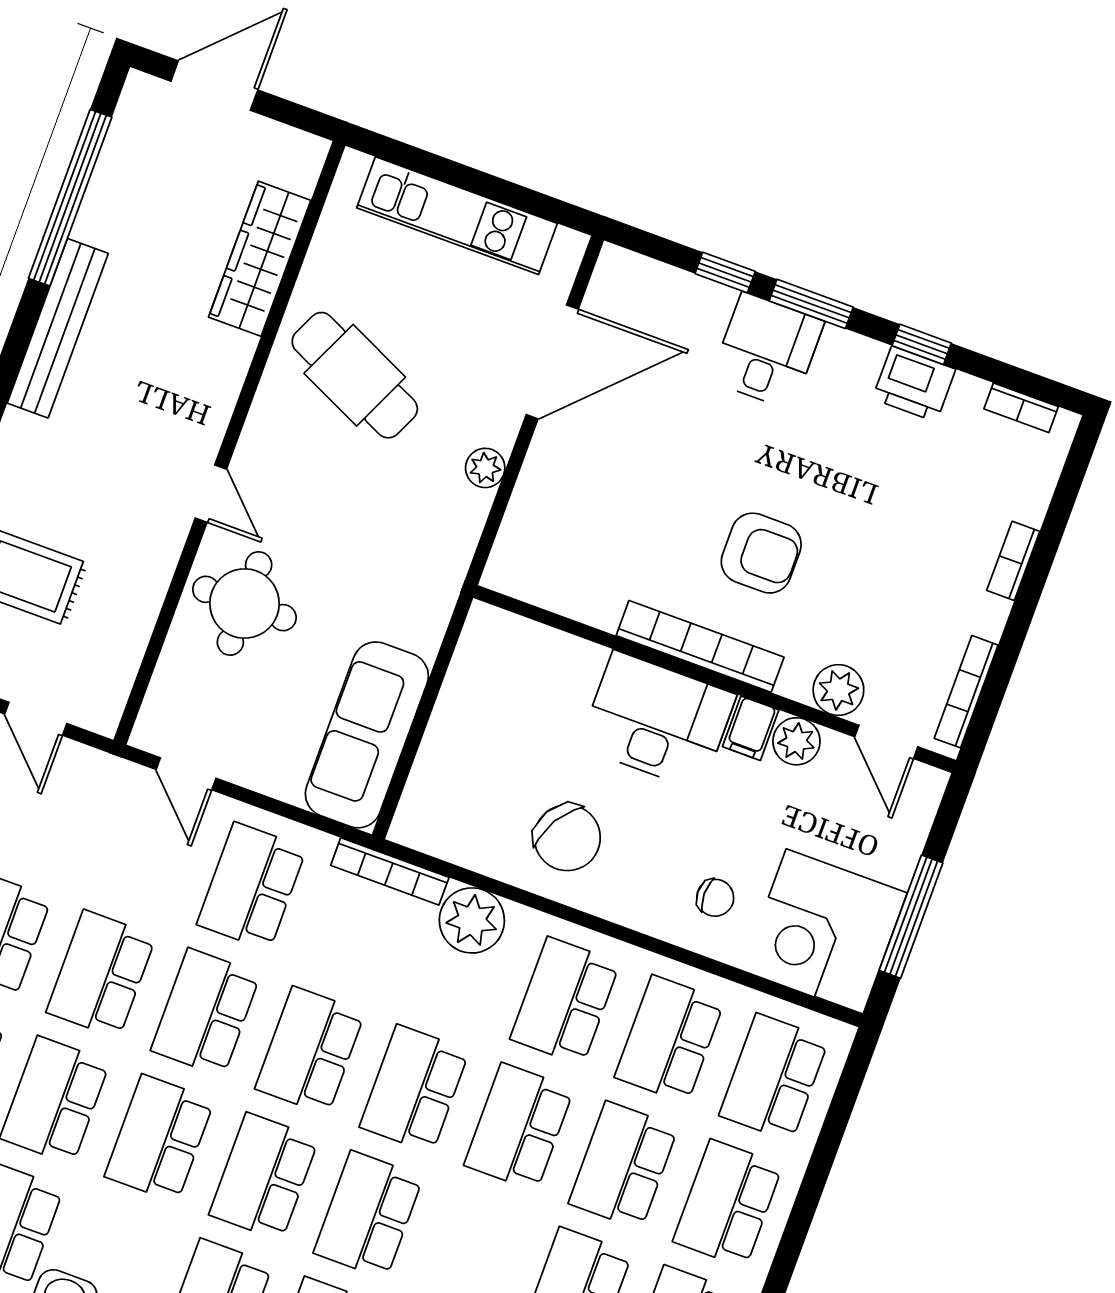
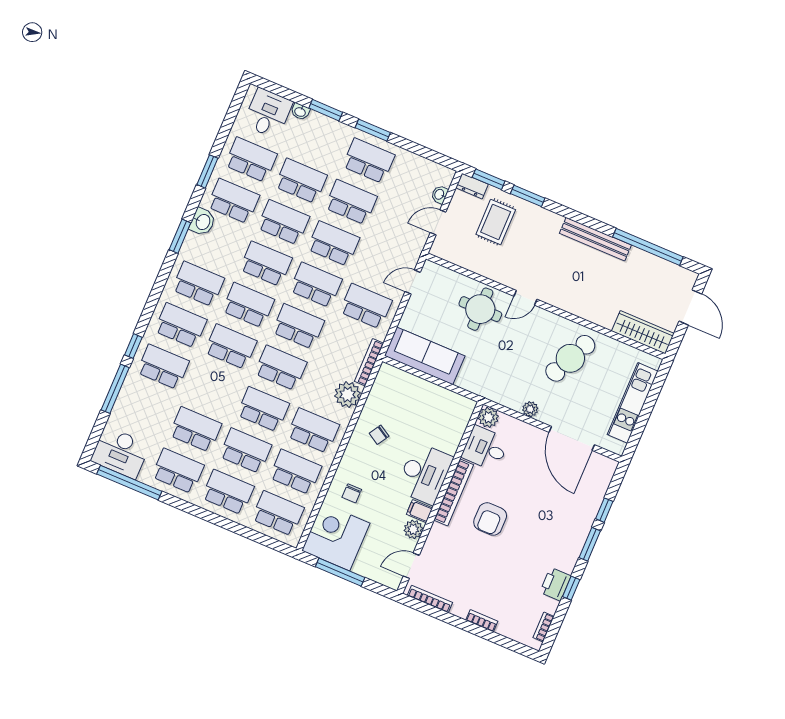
wardrobe: (260, 259) -> (643, 332), moved
desk: (767, 351) -> (485, 448), moved, turned 180
plant: (838, 690) -> (488, 417), moved
chair: (567, 838) -> (379, 435), width x0.54, depth x0.54

